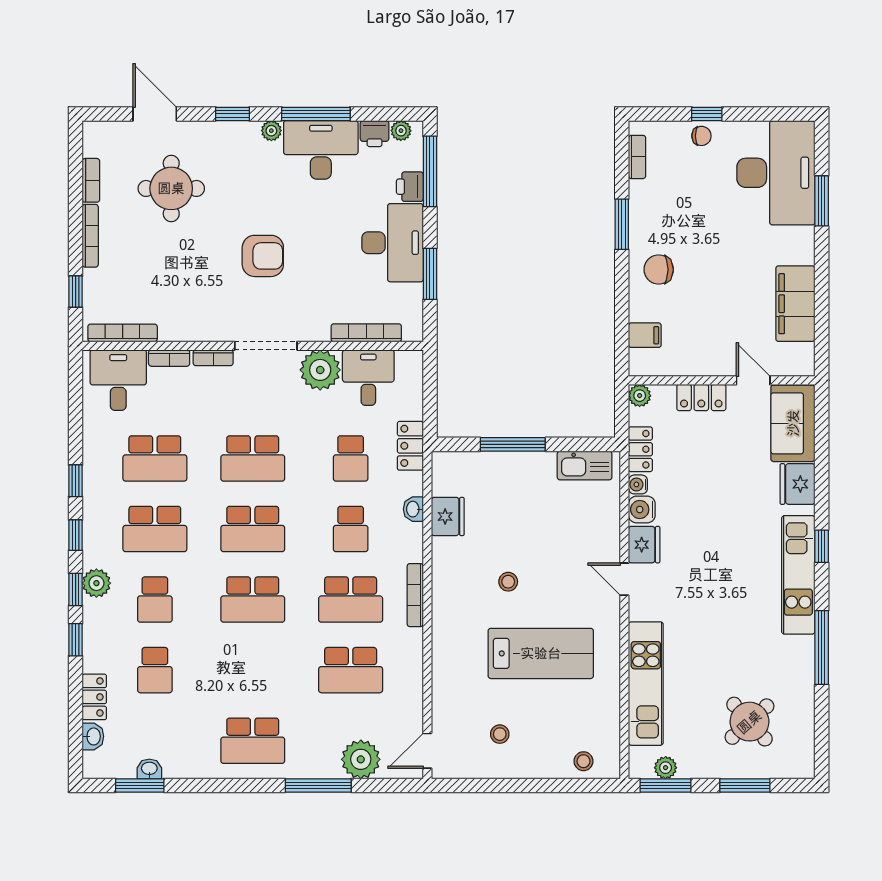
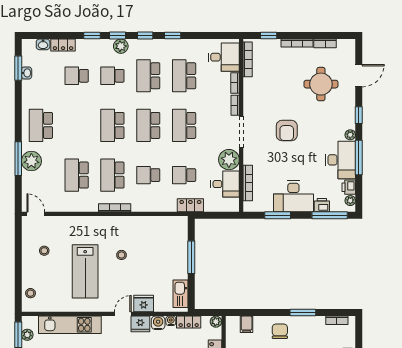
washbasin: (413, 509) -> (158, 207), removed
fridge: (448, 516) -> (144, 304), moved, turned 180
plant: (361, 759) -> (31, 161), moved

